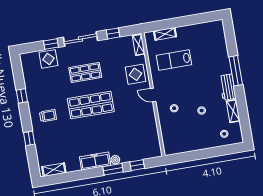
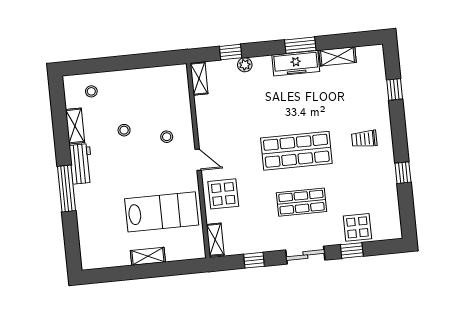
shelving: (165, 34) -> (148, 256), moved
sliding door: (80, 39) -> (305, 255), width x0.73
lab bench: (174, 60) -> (162, 212), width x1.36, depth x1.39
window: (29, 138) -> (395, 89), moved
shelving: (156, 147) -> (199, 78), added
plant: (115, 160) -> (245, 65), moved
window: (113, 169) -> (300, 45), moved
shelving: (54, 170) -> (338, 56), moved

